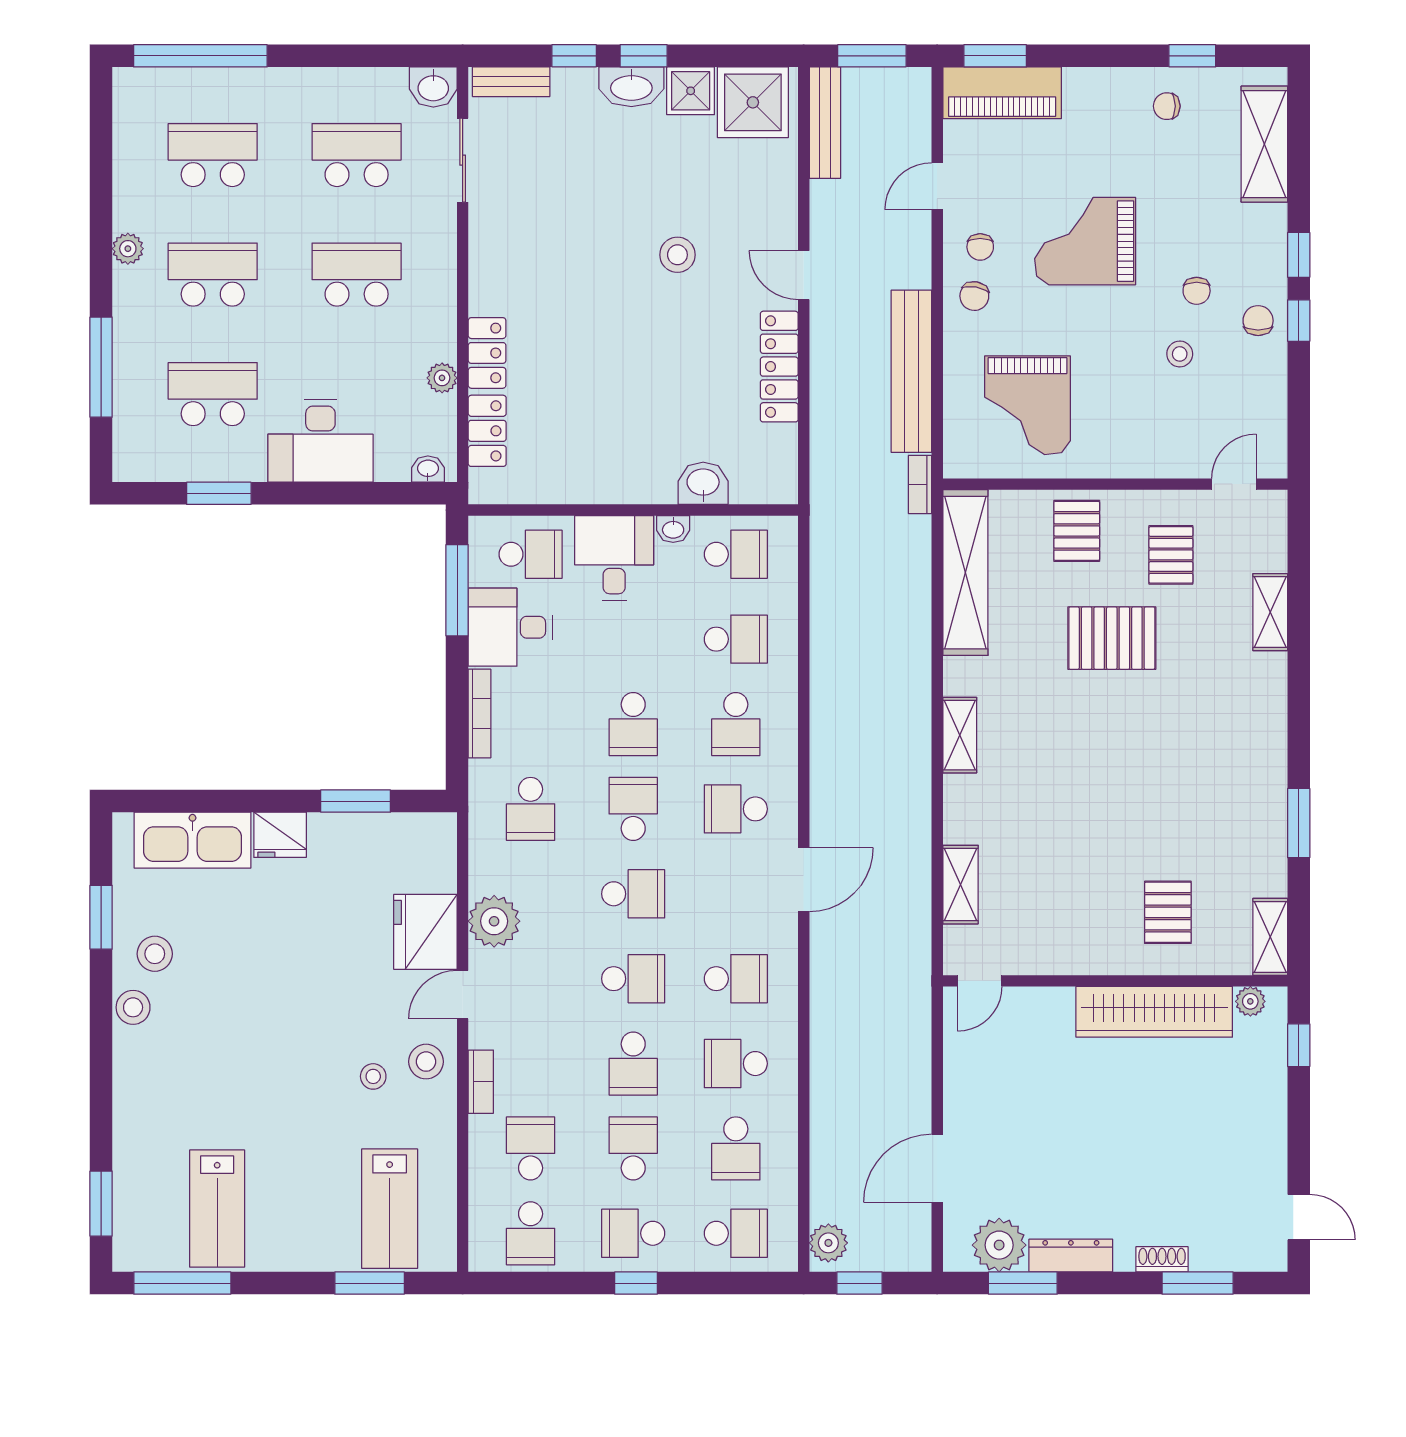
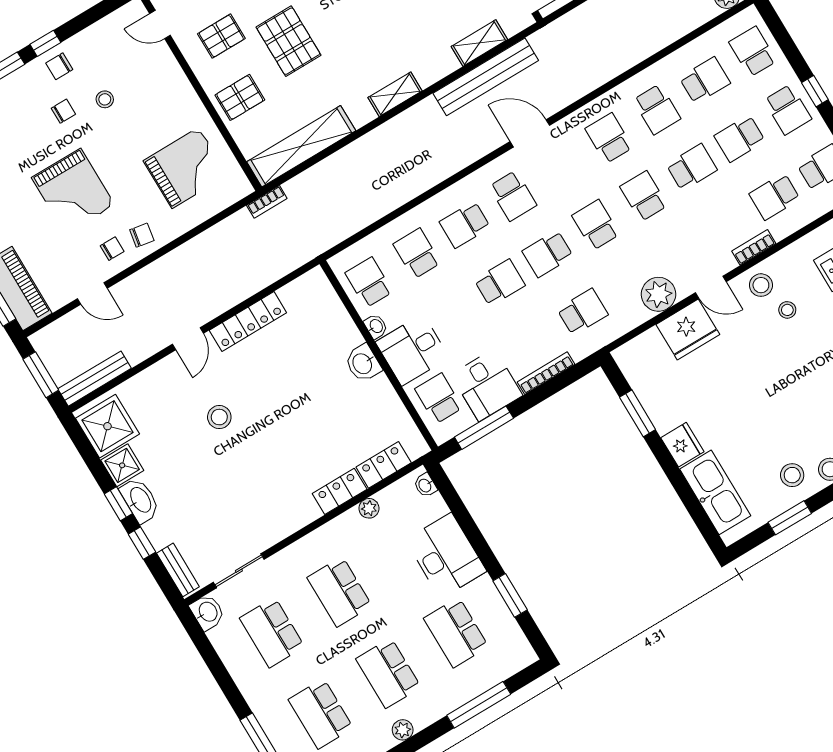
bench: (911, 371) -> (486, 77), moved
washbasin: (703, 483) -> (363, 363), moved
school desk: (736, 724) -> (465, 225), turned 180

